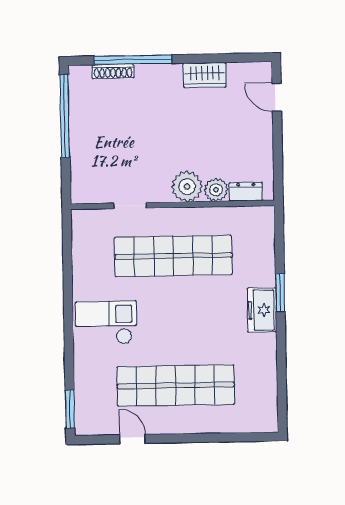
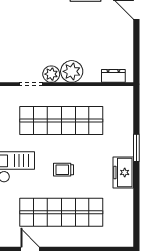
plant: (216, 190) -> (51, 74), moved
freezer: (262, 310) -> (123, 172), moved
trolley: (178, 325) -> (64, 170), added

